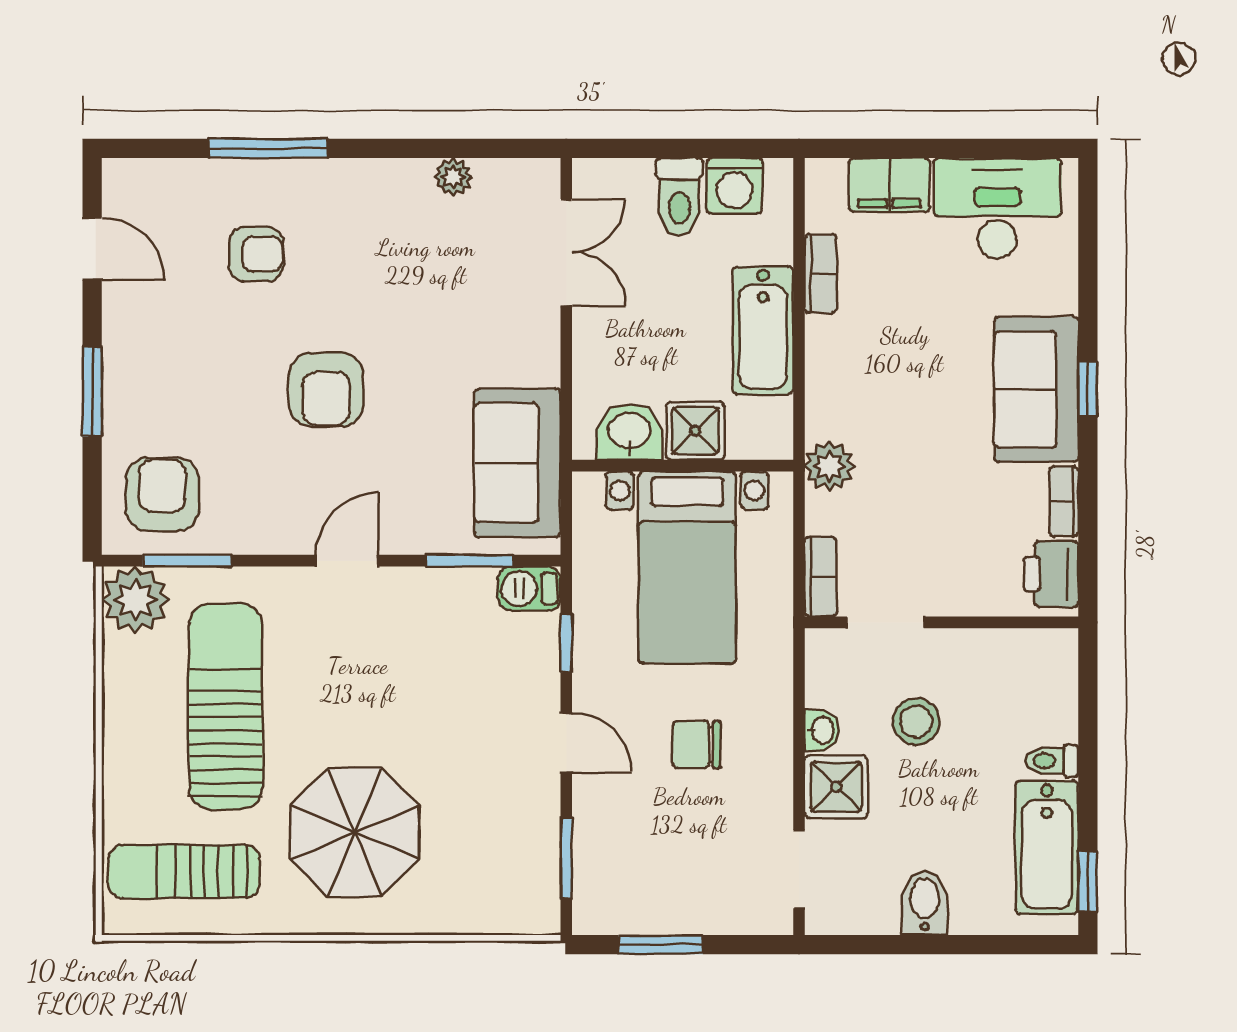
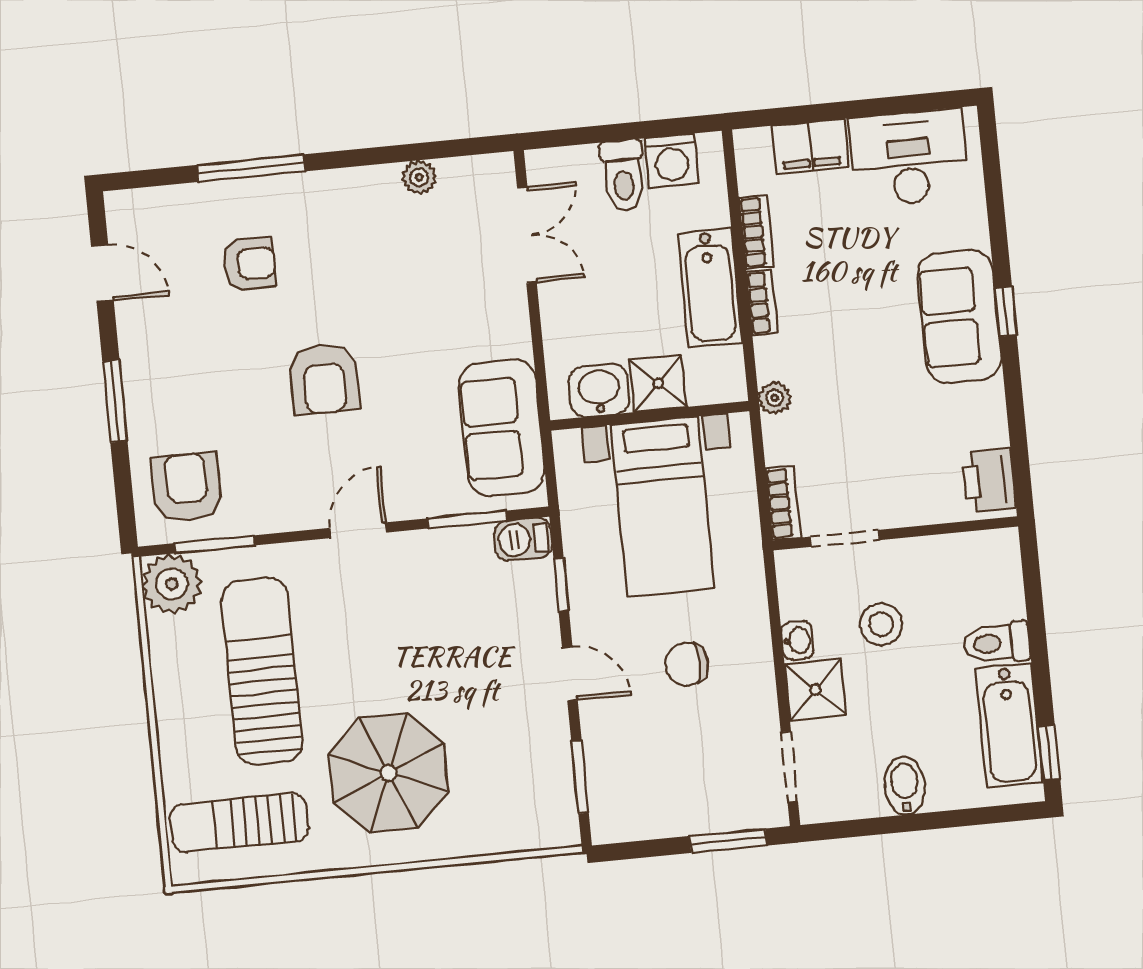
plant: (829, 466) -> (775, 398), width x0.73, depth x0.73
bookcase: (1064, 501) -> (762, 303), moved, turned 180
toilet: (1052, 761) -> (997, 643), width x1.37, depth x1.39
window: (661, 945) -> (728, 841), moved

